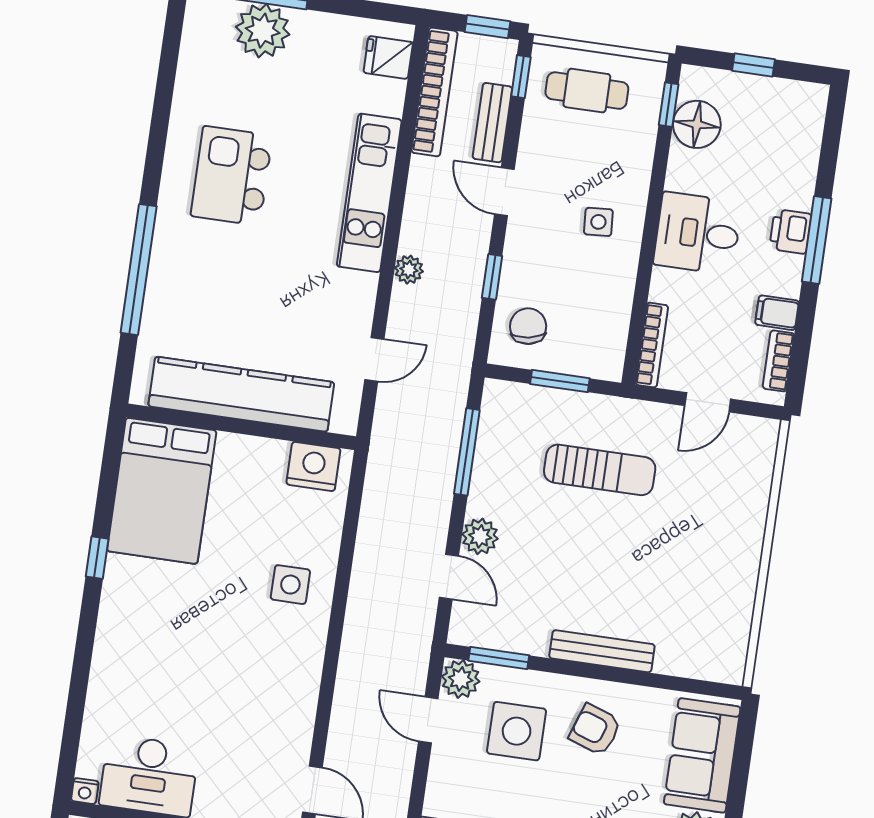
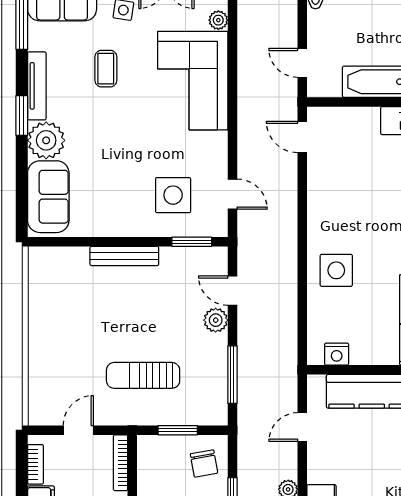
nightstand: (313, 466) -> (337, 354), width x0.74, depth x0.75
side table: (290, 585) -> (336, 270), width x1.37, depth x1.37
plant: (461, 679) -> (215, 224), removed
armchair: (595, 730) -> (121, 204), removed

